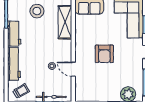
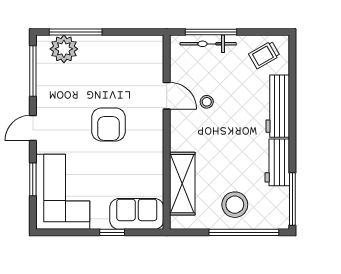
armchair: (104, 54) -> (109, 124), turned 180

